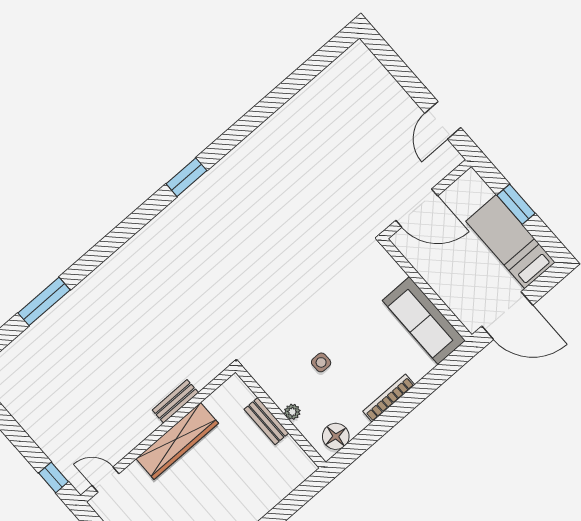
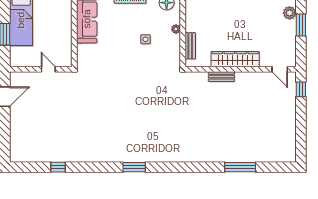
window: (289, 88) -> (58, 167), added
door: (417, 208) -> (48, 69), width x0.53
bench: (266, 421) -> (190, 46), moved

